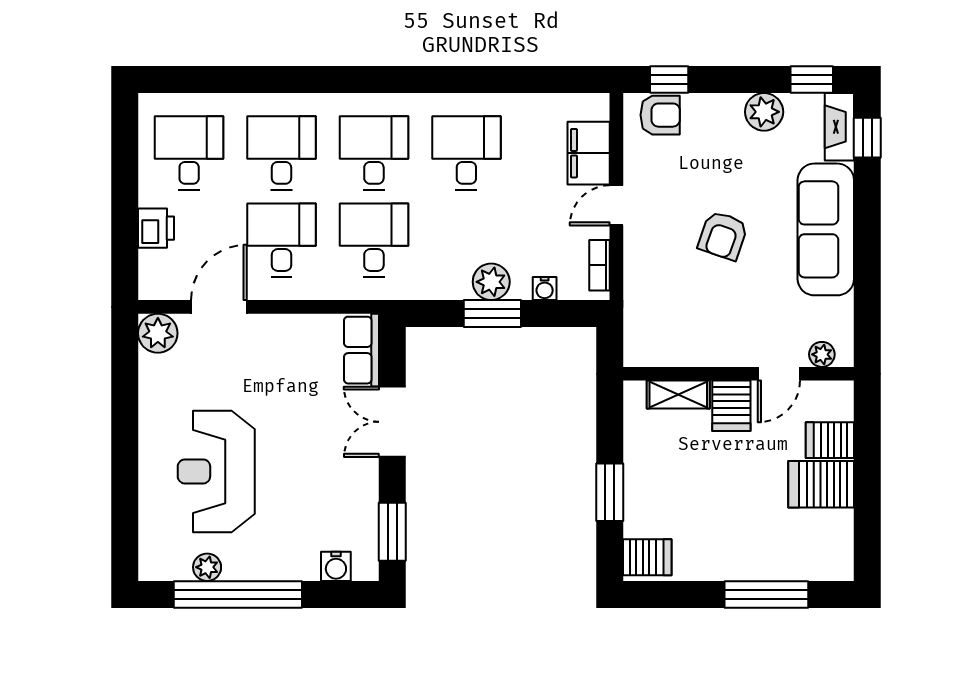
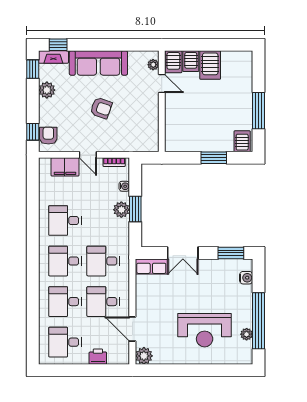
shelving: (678, 395) -> (171, 128), removed
server rack: (731, 406) -> (173, 62), moved, turned 90
window: (766, 595) -> (258, 111), moved

